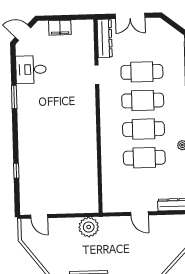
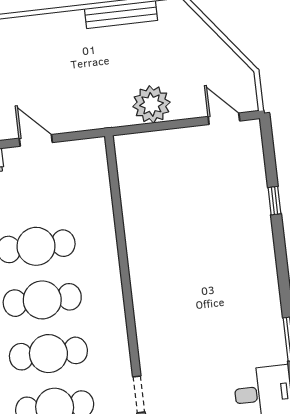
plant: (89, 227) -> (151, 104), moved

